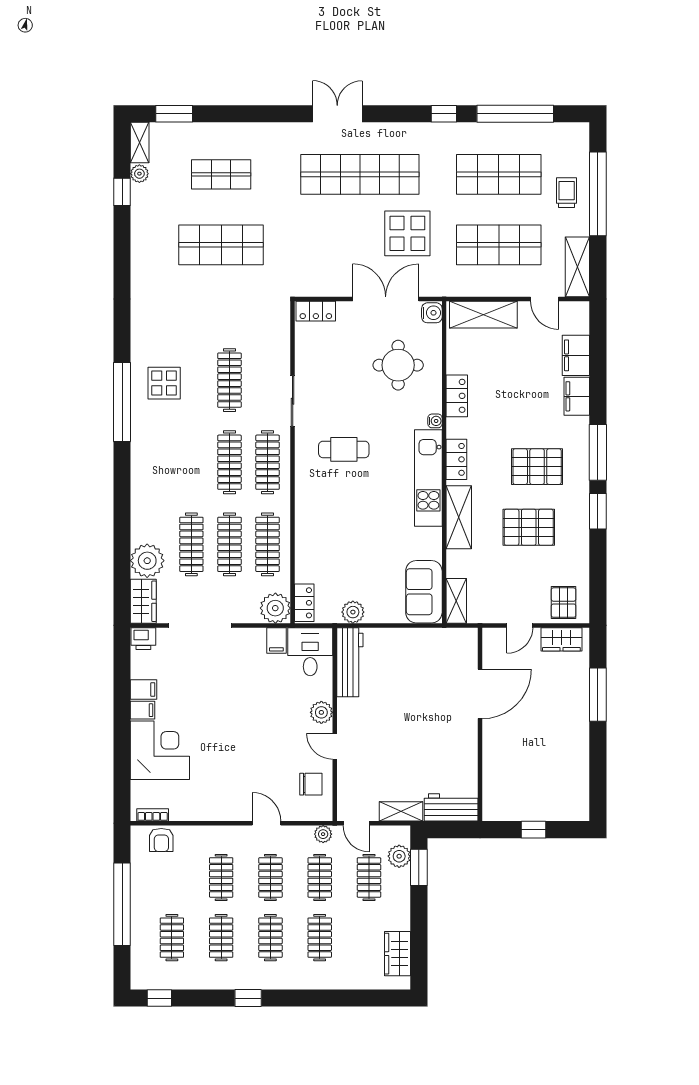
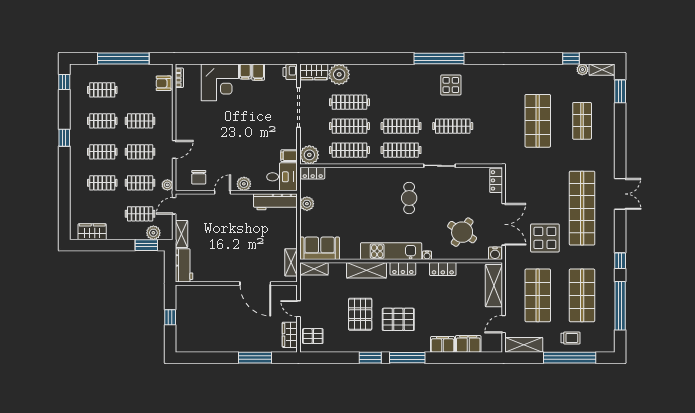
round table: (398, 365) -> (462, 232), turned 33
pallet: (537, 467) -> (398, 319), turned 90
shelving: (446, 637) -> (291, 262), added

